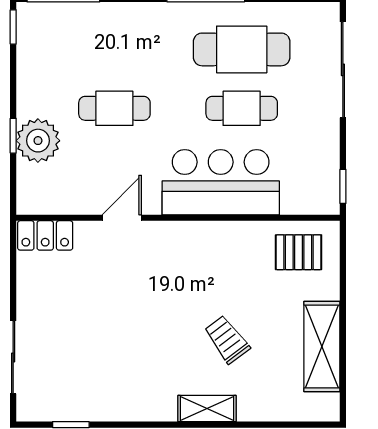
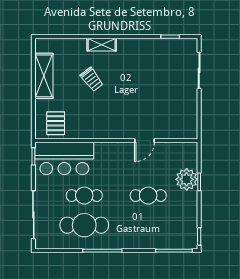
bar counter: (221, 182) -> (64, 158), moved
locker: (45, 235) -> (183, 132), removed
pallet: (299, 252) -> (56, 123), turned 90

